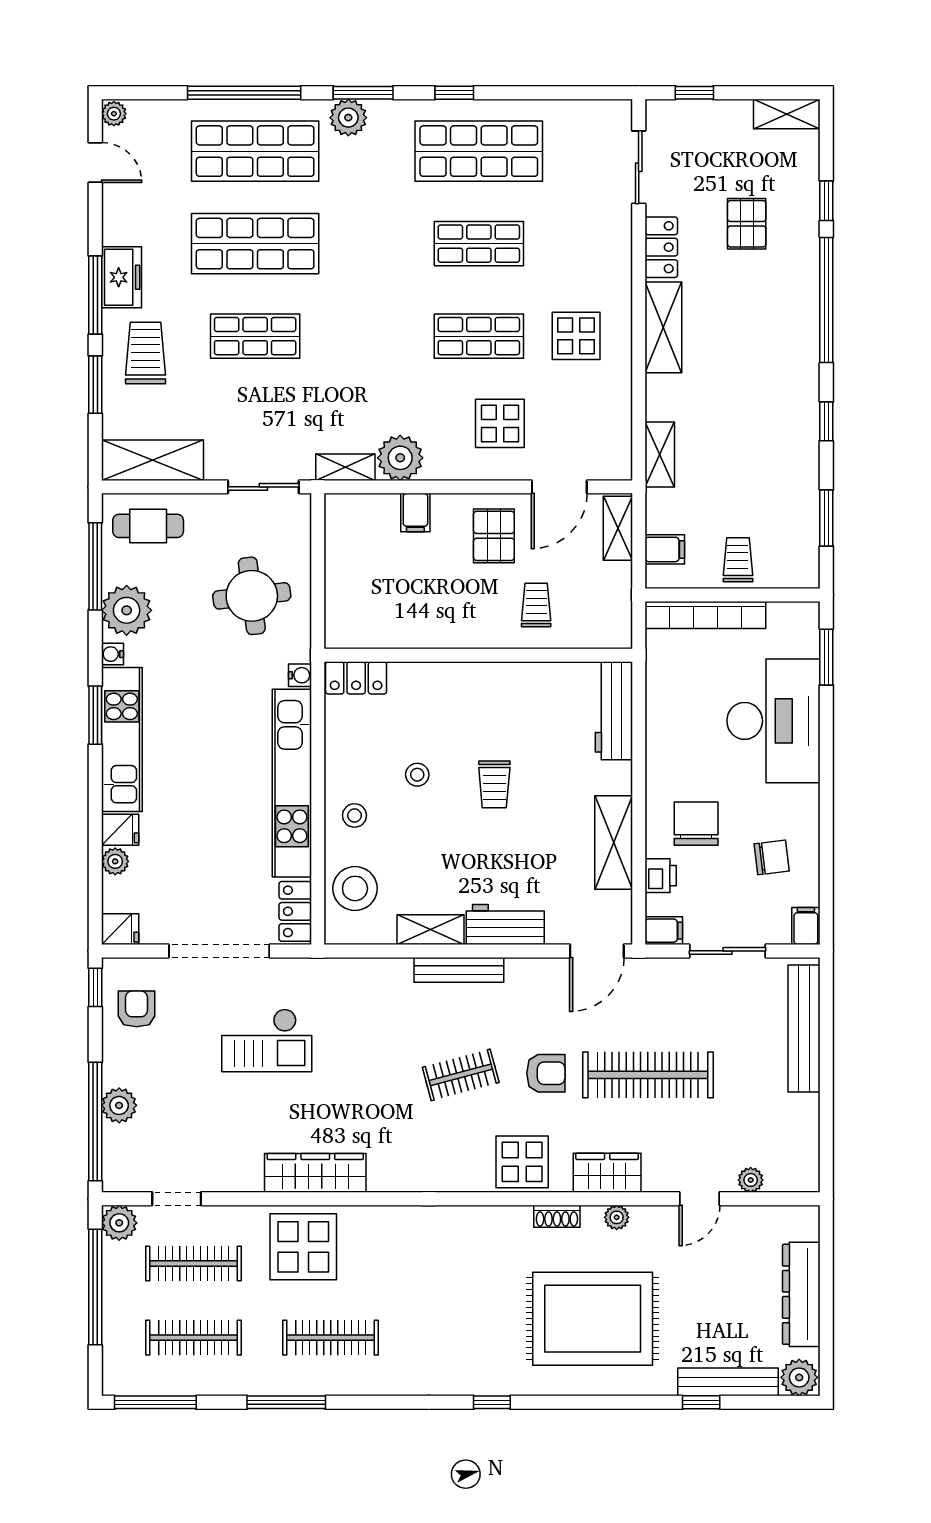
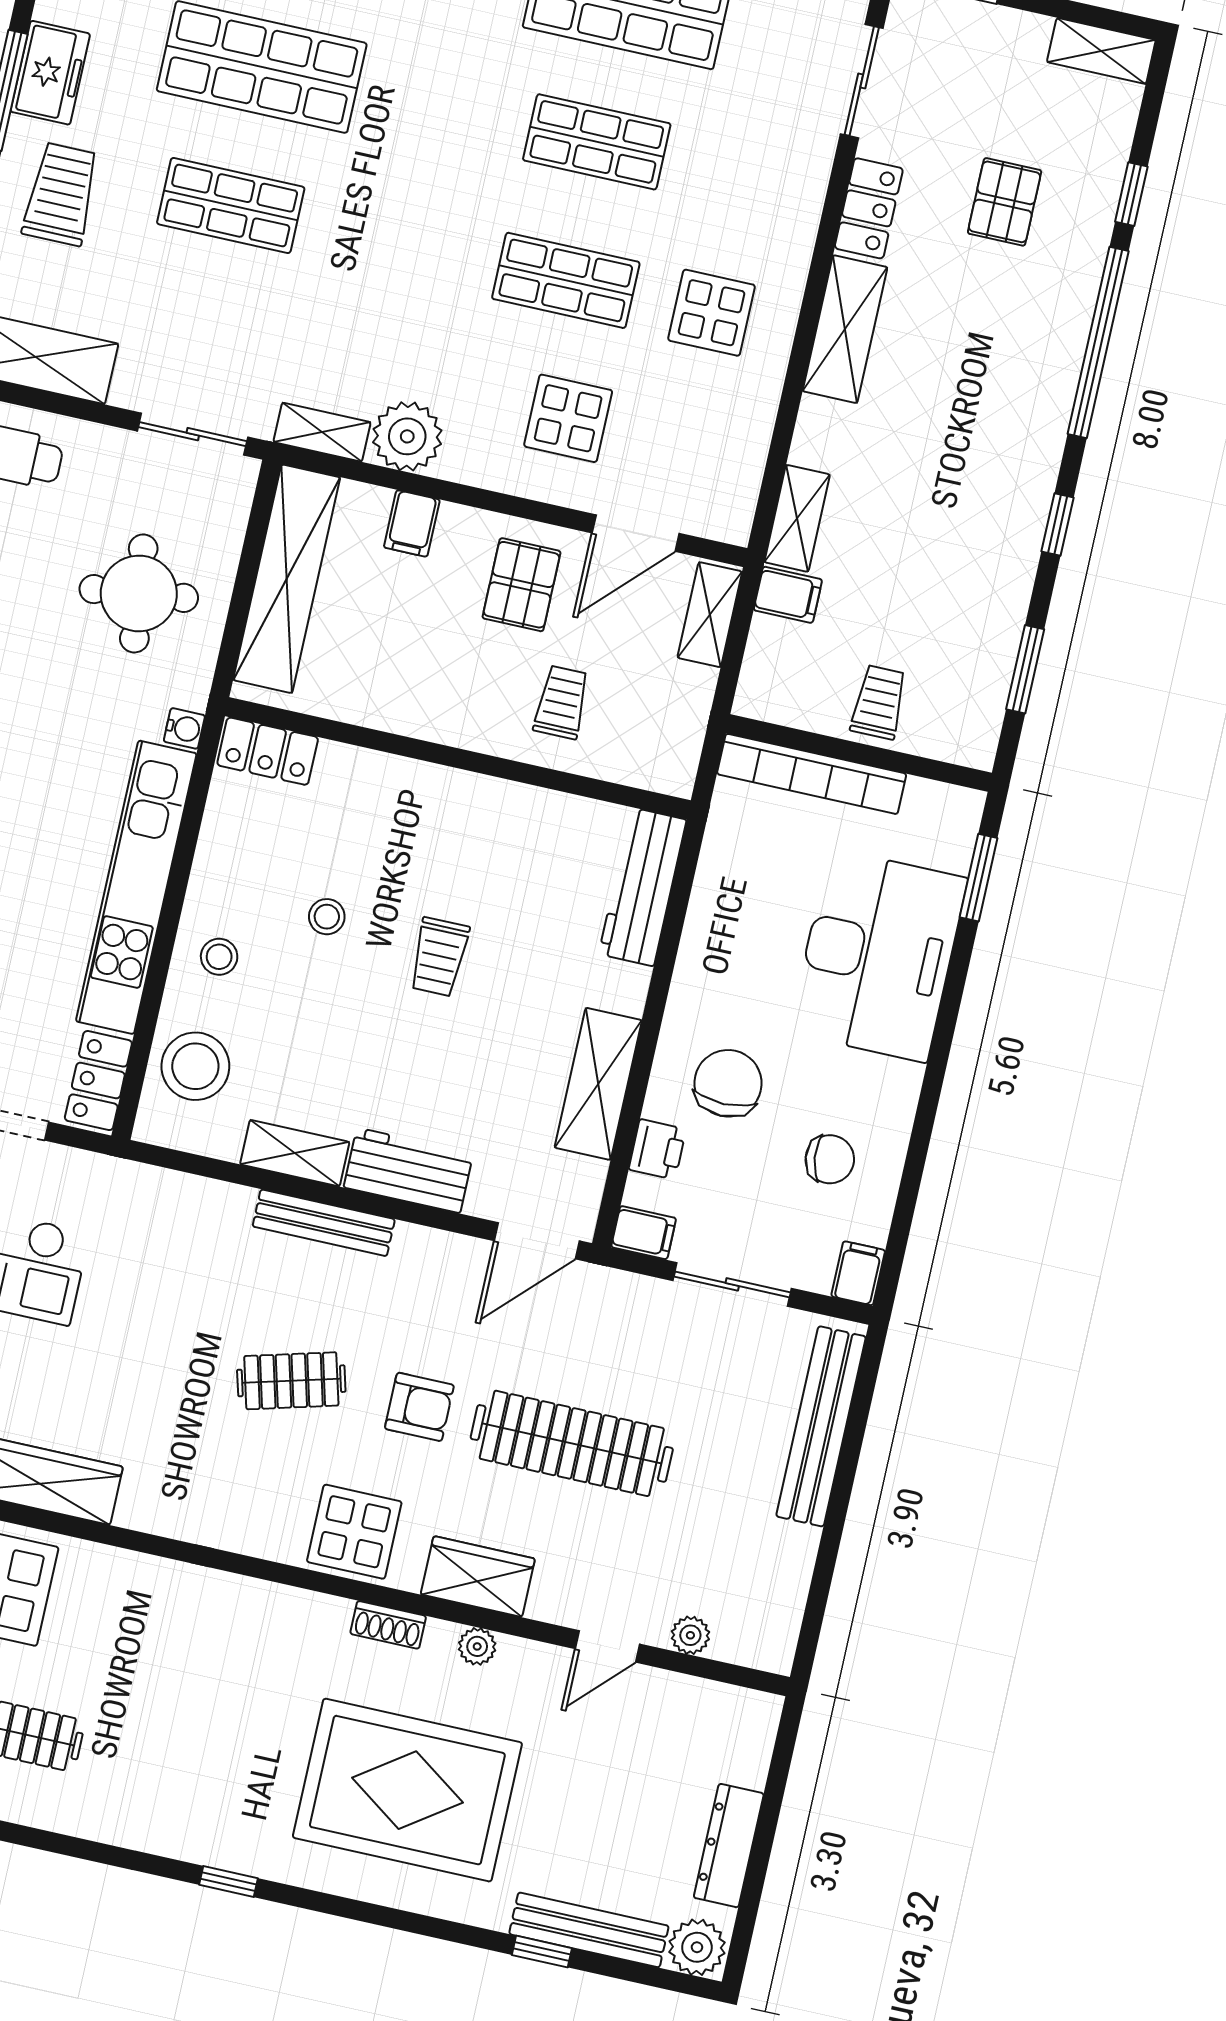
filing cabinet: (665, 549) -> (788, 595), moved
shelving: (344, 565) -> (287, 579), added
dresser: (801, 1294) -> (729, 1846), width x0.73, depth x0.80

